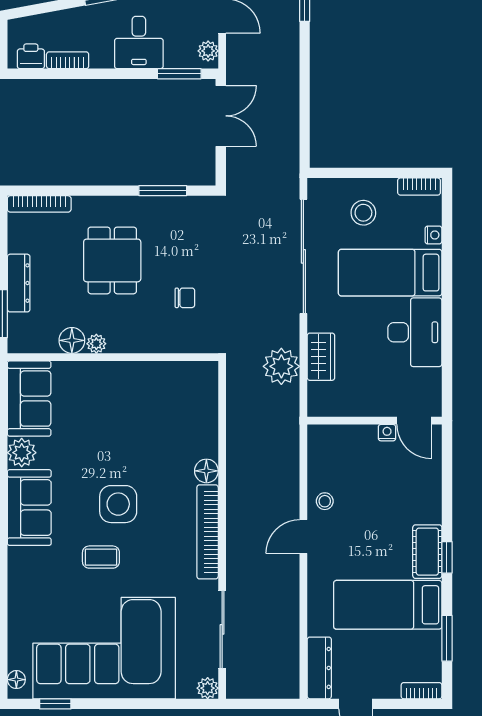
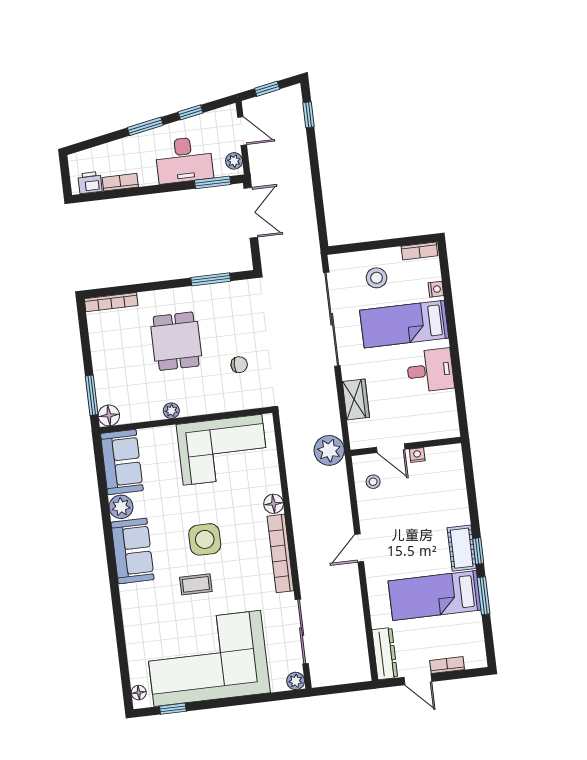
desk: (139, 42) -> (184, 160), width x1.37
dresser: (19, 283) -> (102, 369), removed
desk: (415, 332) -> (430, 370), width x0.73
floor lamp: (72, 340) -> (109, 415), moved
plant: (281, 366) -> (329, 450), moved
corner sofa: (153, 398) -> (223, 450), added
door: (414, 421) -> (391, 448), moved
stool: (325, 501) -> (373, 482), moved
window: (447, 638) -> (484, 596), moved
bookcase: (422, 691) -> (447, 665), moved

